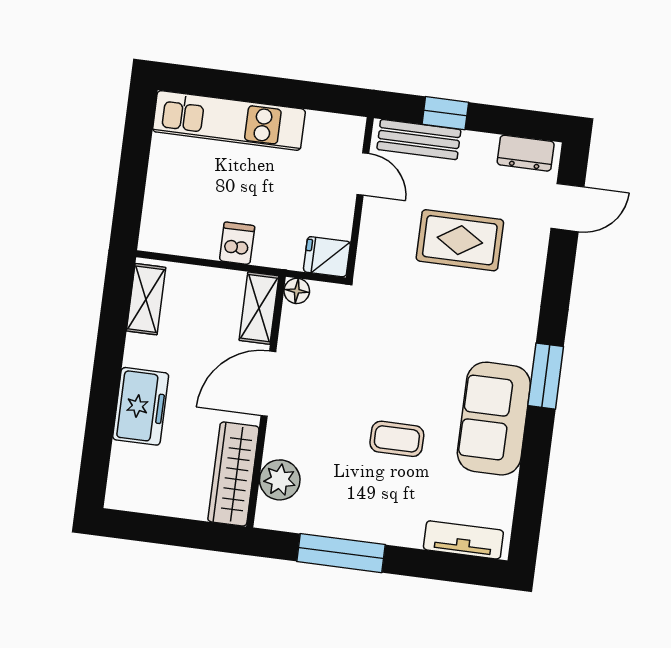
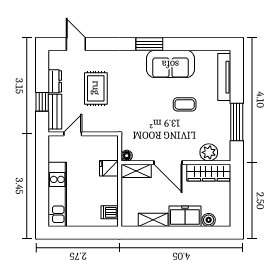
dresser: (526, 153) -> (55, 81), moved
dishwasher: (237, 243) -> (110, 212), moved
fridge: (327, 257) -> (109, 168), moved, turned 90
shelving: (146, 299) -> (153, 220), moved
coffee table: (397, 439) -> (185, 104), turned 90
boiler: (125, 460) -> (209, 220), added
tv unit: (463, 540) -> (224, 77), width x1.41

